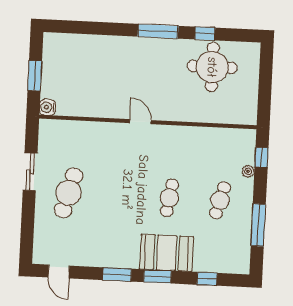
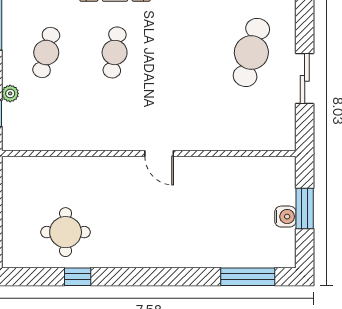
window: (158, 31) -> (248, 277), moved
round table: (212, 67) -> (66, 232), width x0.73, depth x0.73
water cooler: (48, 107) -> (285, 217), moved

